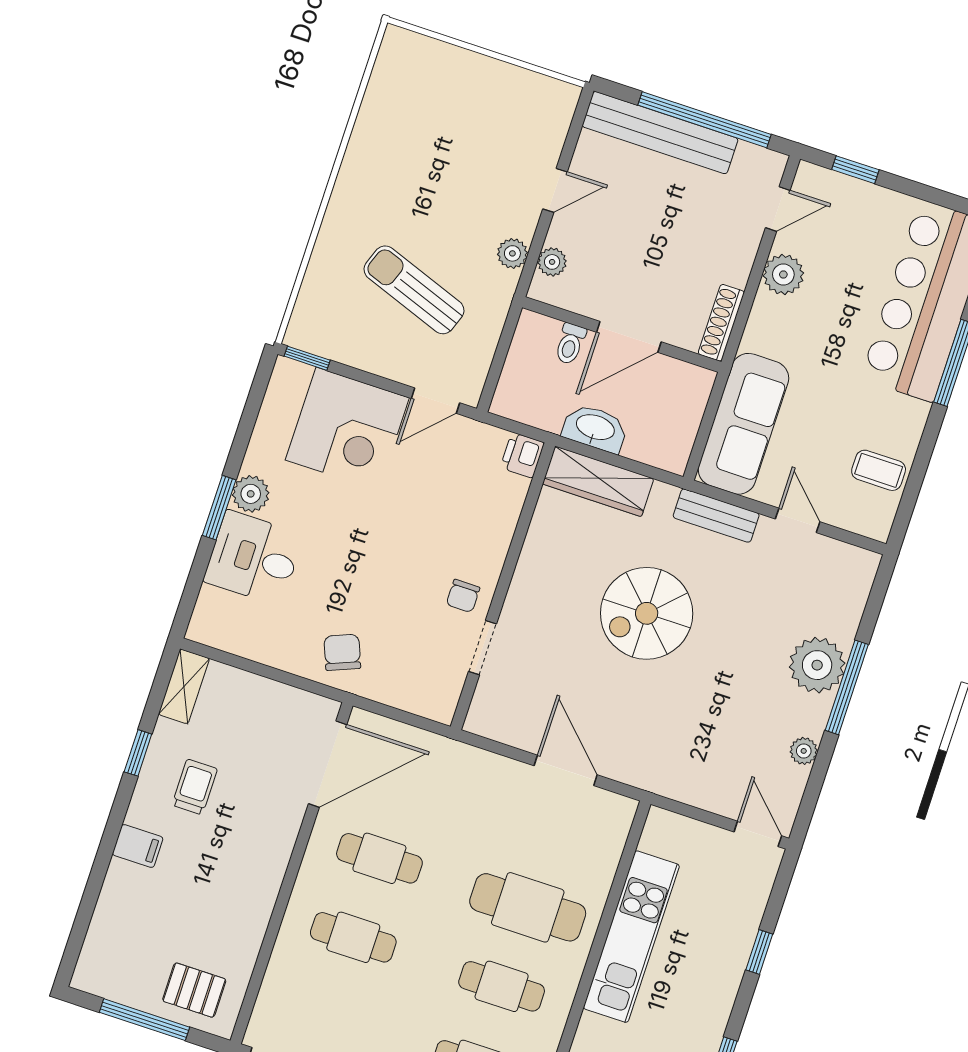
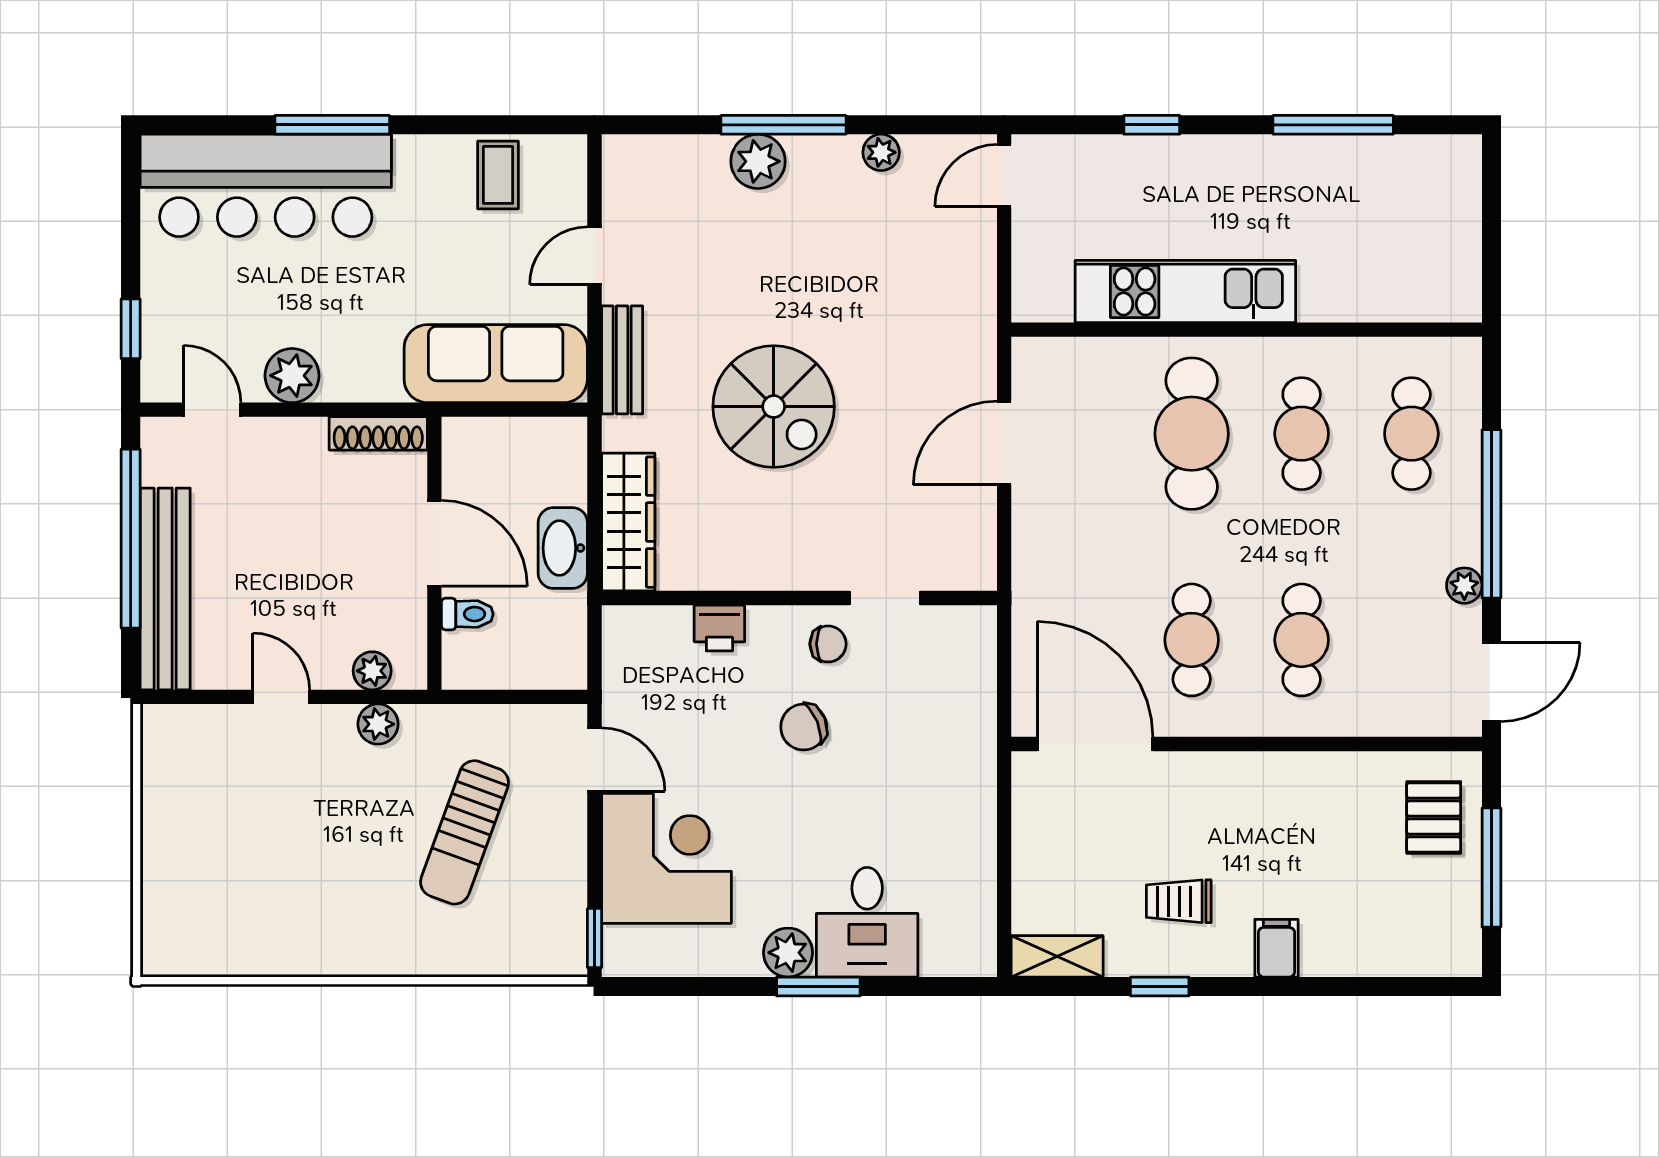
printer: (522, 455) -> (719, 628), moved
chair: (342, 652) -> (804, 727), moved
plant: (817, 665) -> (758, 161), width x0.73, depth x0.73

